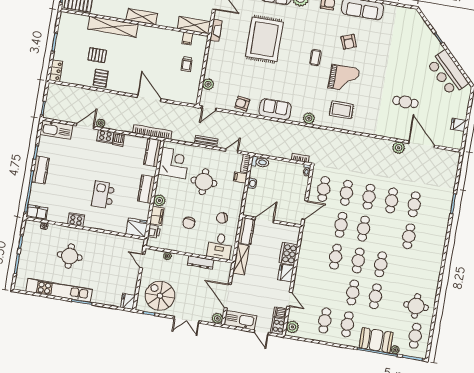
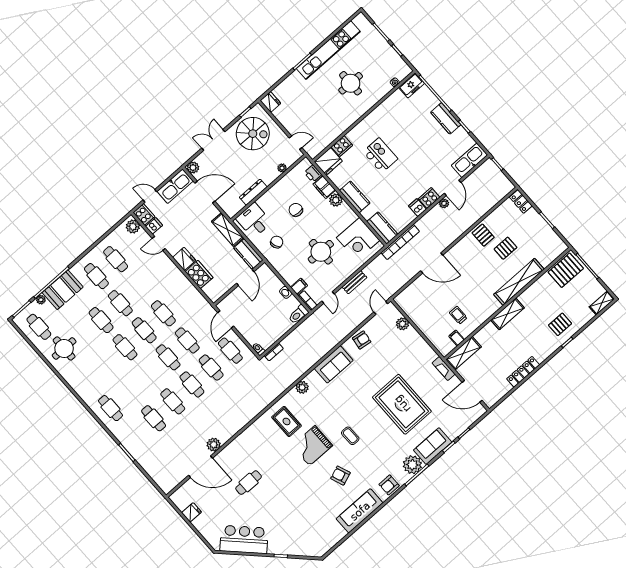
trolley: (187, 64) -> (458, 315), moved
rug: (341, 110) -> (287, 421), turned 90
cooker: (76, 220) -> (342, 146), moved
cafe table: (409, 236) -> (111, 408), moved

